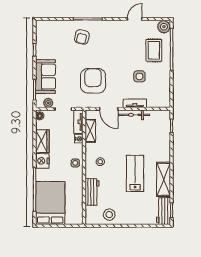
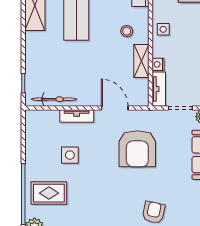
rug: (154, 50) -> (49, 193), turned 90
bicycle: (134, 115) -> (54, 99), moved
shelving: (90, 131) -> (141, 61), moved

